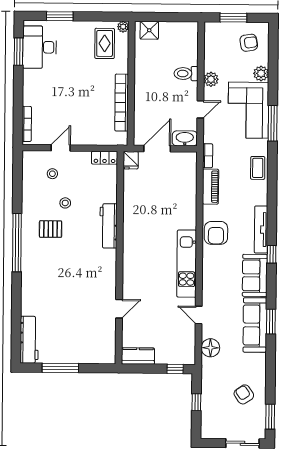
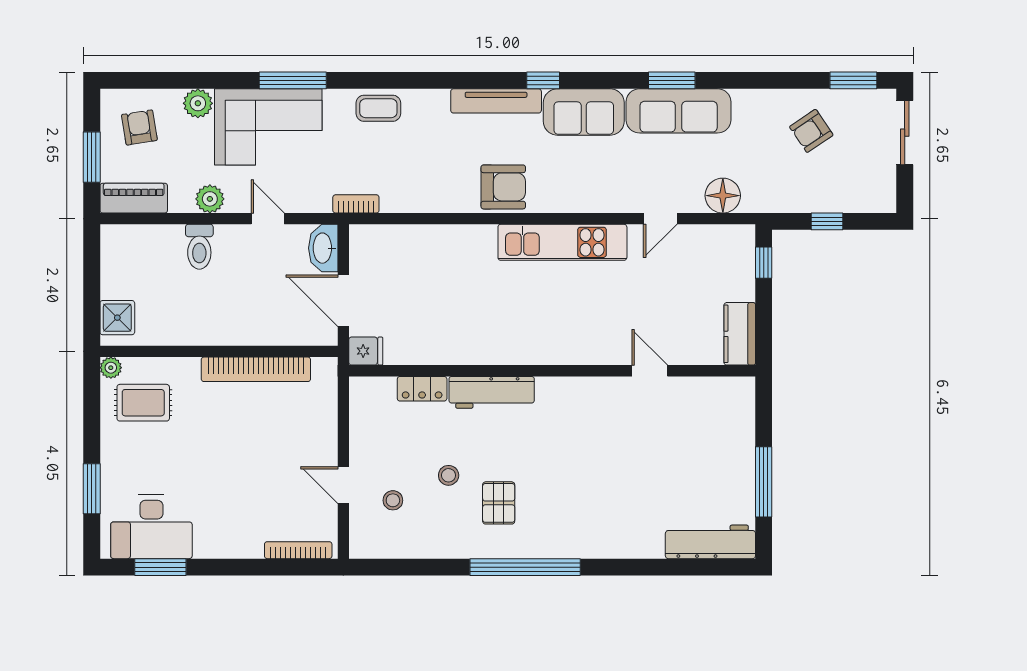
locker: (105, 158) -> (422, 389), moved, turned 90
piano: (211, 187) -> (134, 198), moved

